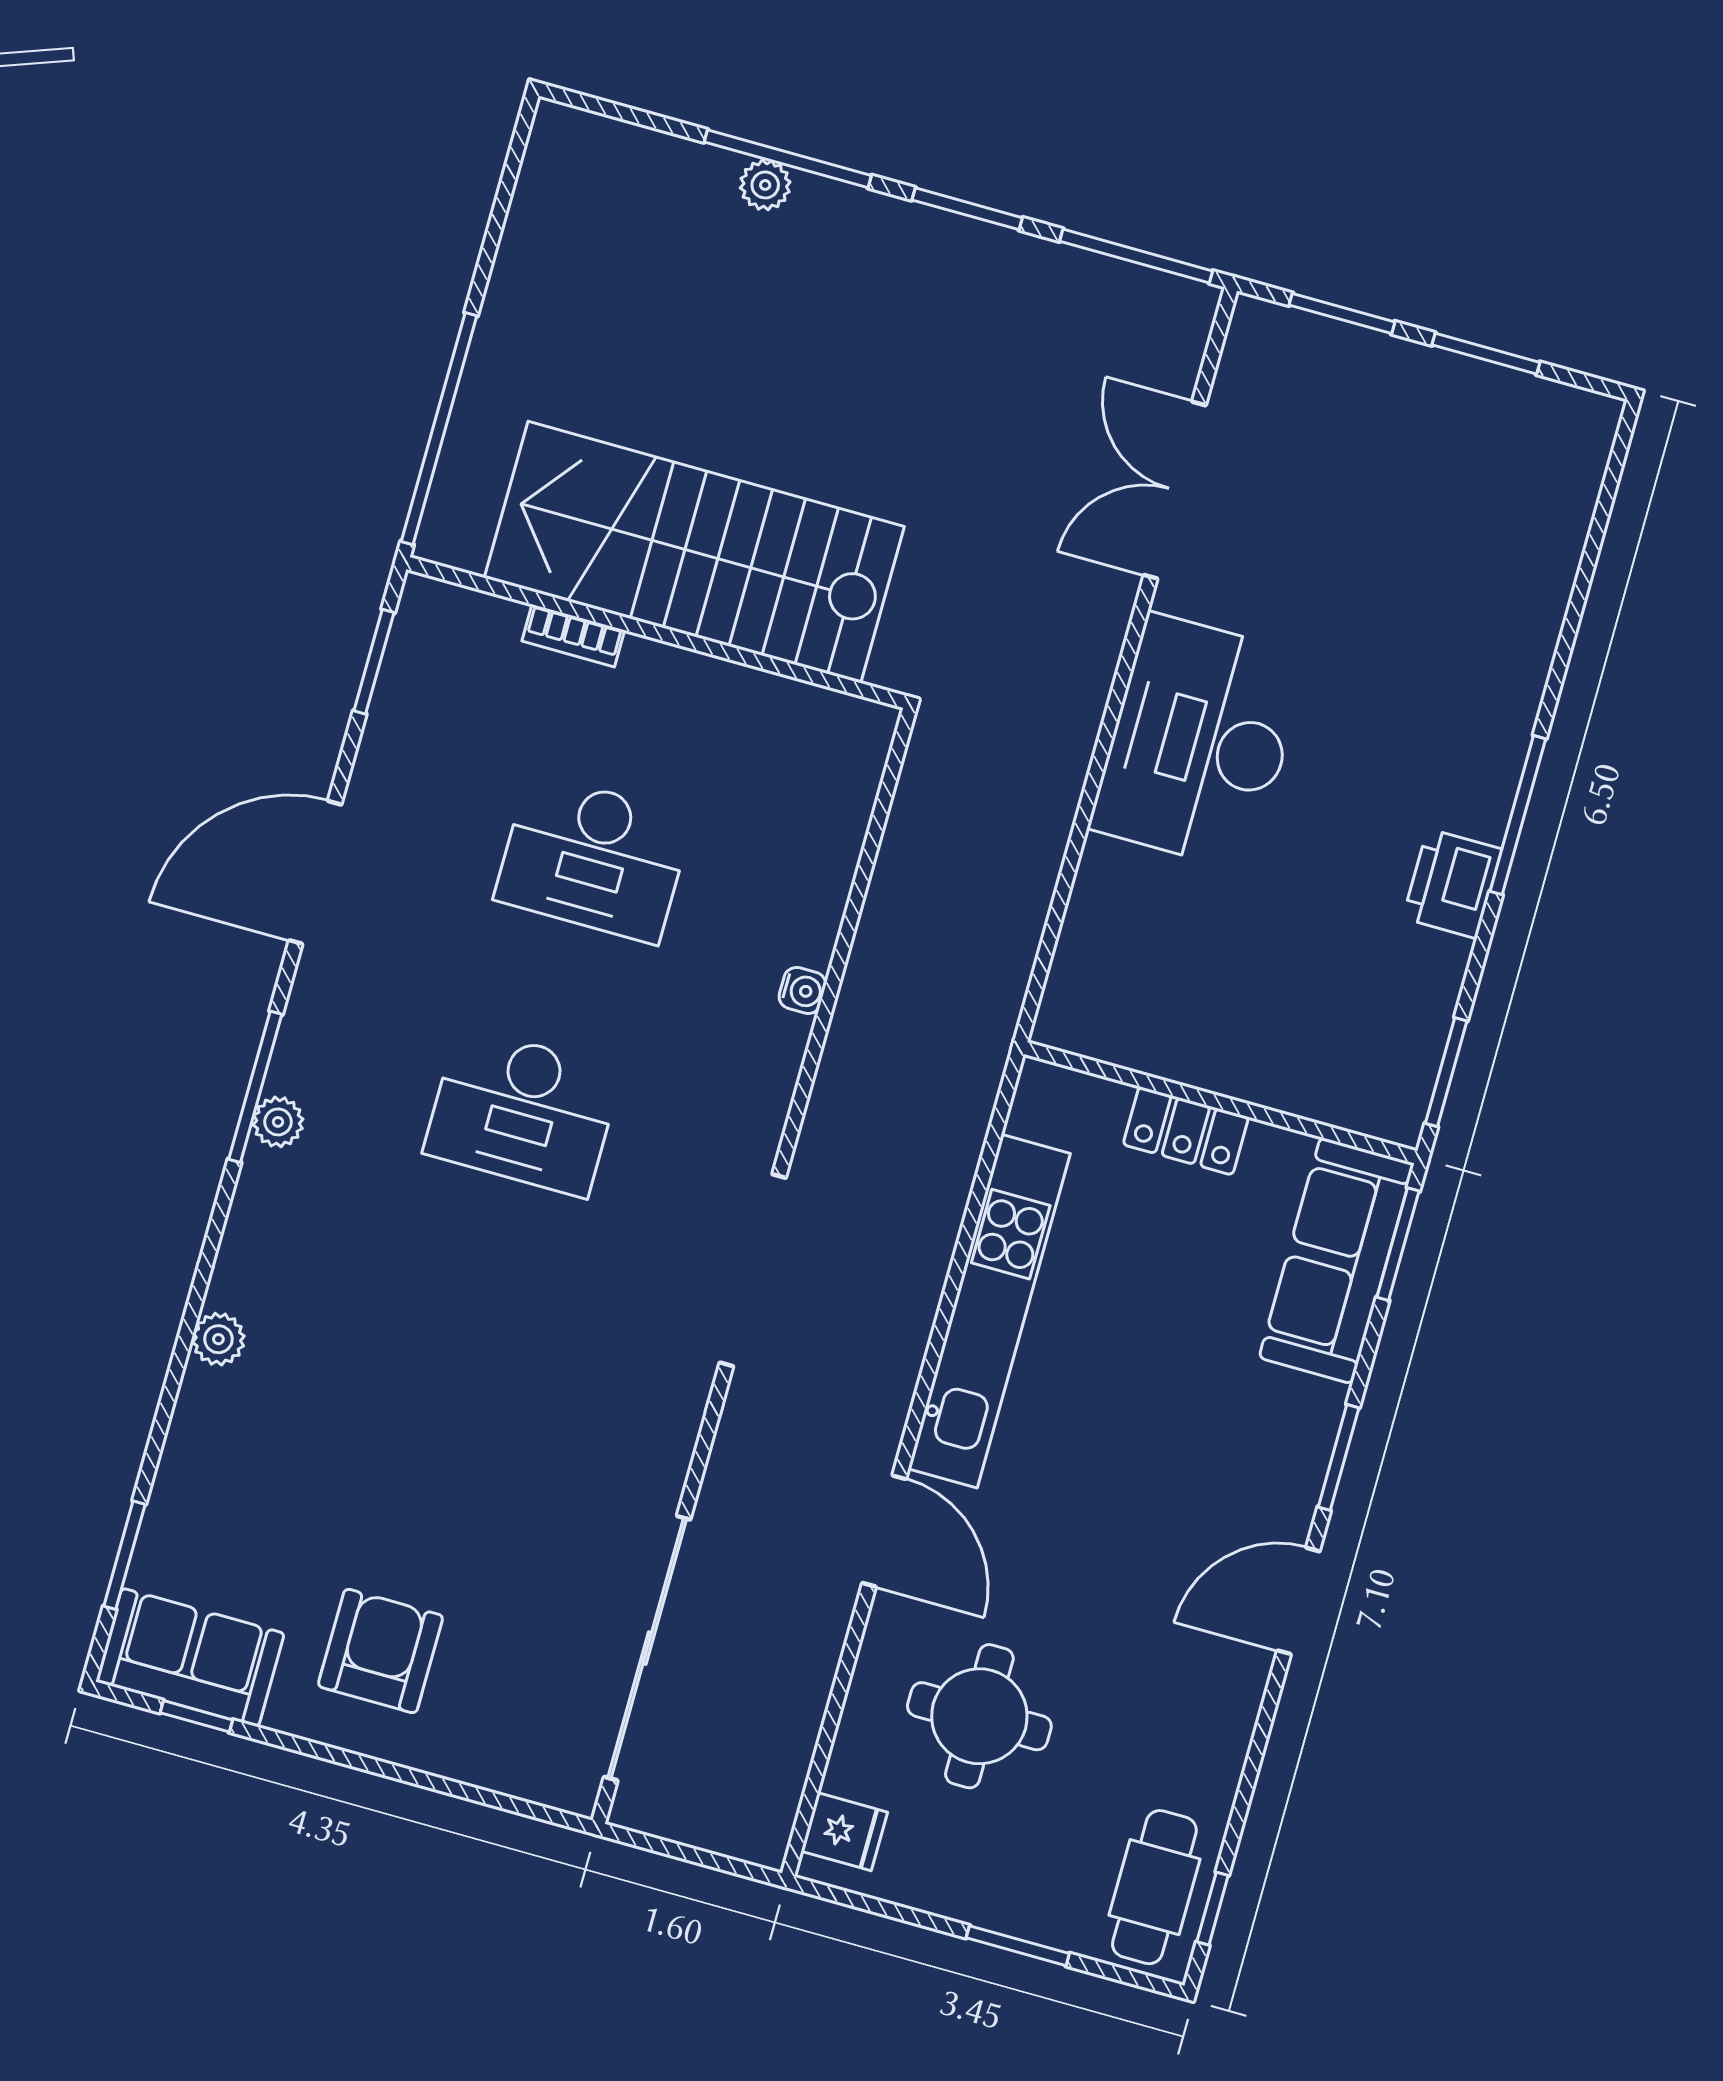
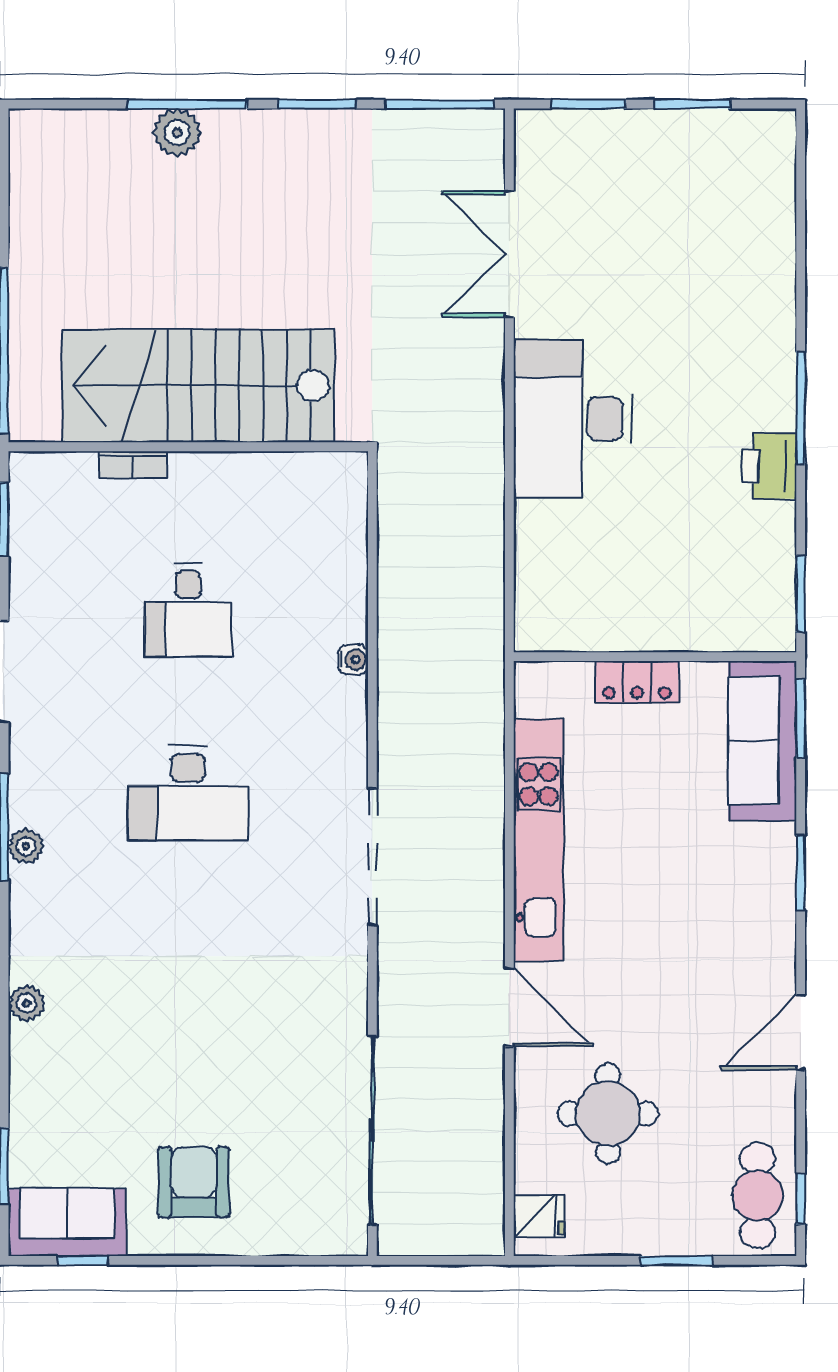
plant: (765, 185) -> (177, 133), width x1.38, depth x1.38
desk: (594, 858) -> (188, 610), width x0.73
door: (1298, 1601) -> (801, 1032), moved

